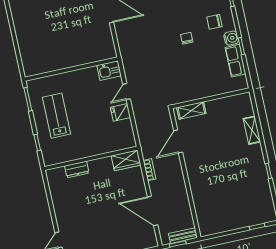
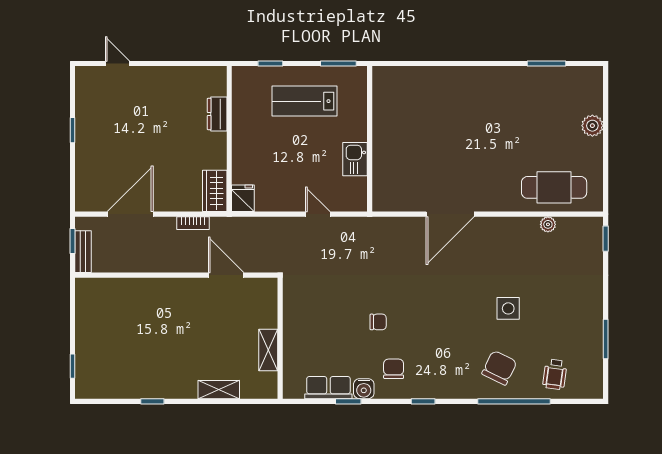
kitchen sink: (109, 71) -> (355, 159), moved
shelving: (191, 110) -> (268, 350), moved
fridge: (120, 112) -> (243, 198), moved
lab bench: (56, 116) -> (305, 101), turned 180

